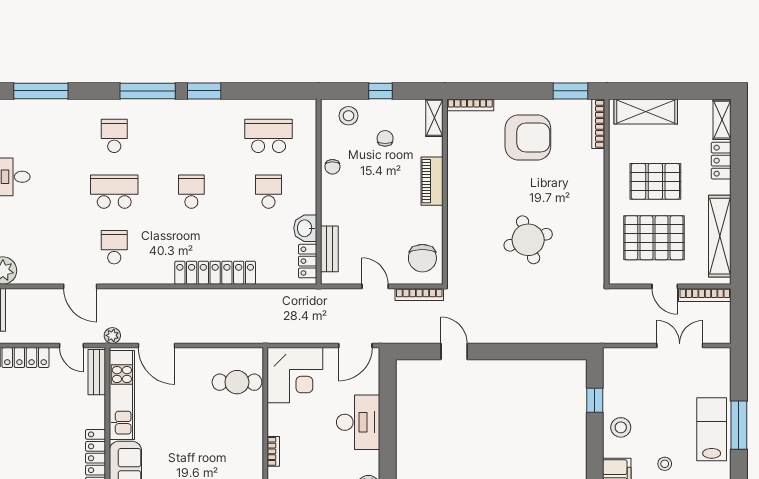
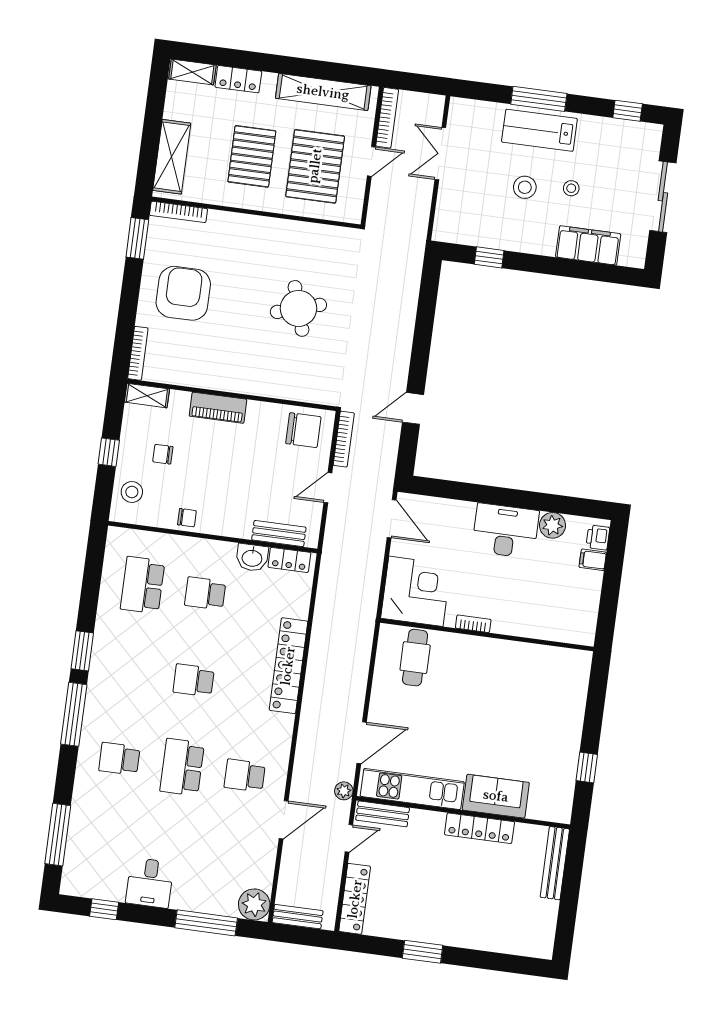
desk: (358, 422) -> (505, 531), moved
stool: (621, 427) -> (525, 187), moved
bookcase: (273, 451) -> (473, 624), moved

